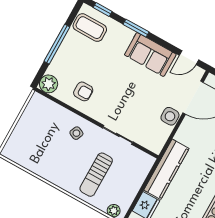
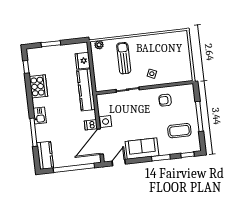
coffee table: (90, 28) -> (179, 131), moved
plant: (49, 84) -> (188, 90), removed
dishwasher: (190, 125) -> (91, 125), added

